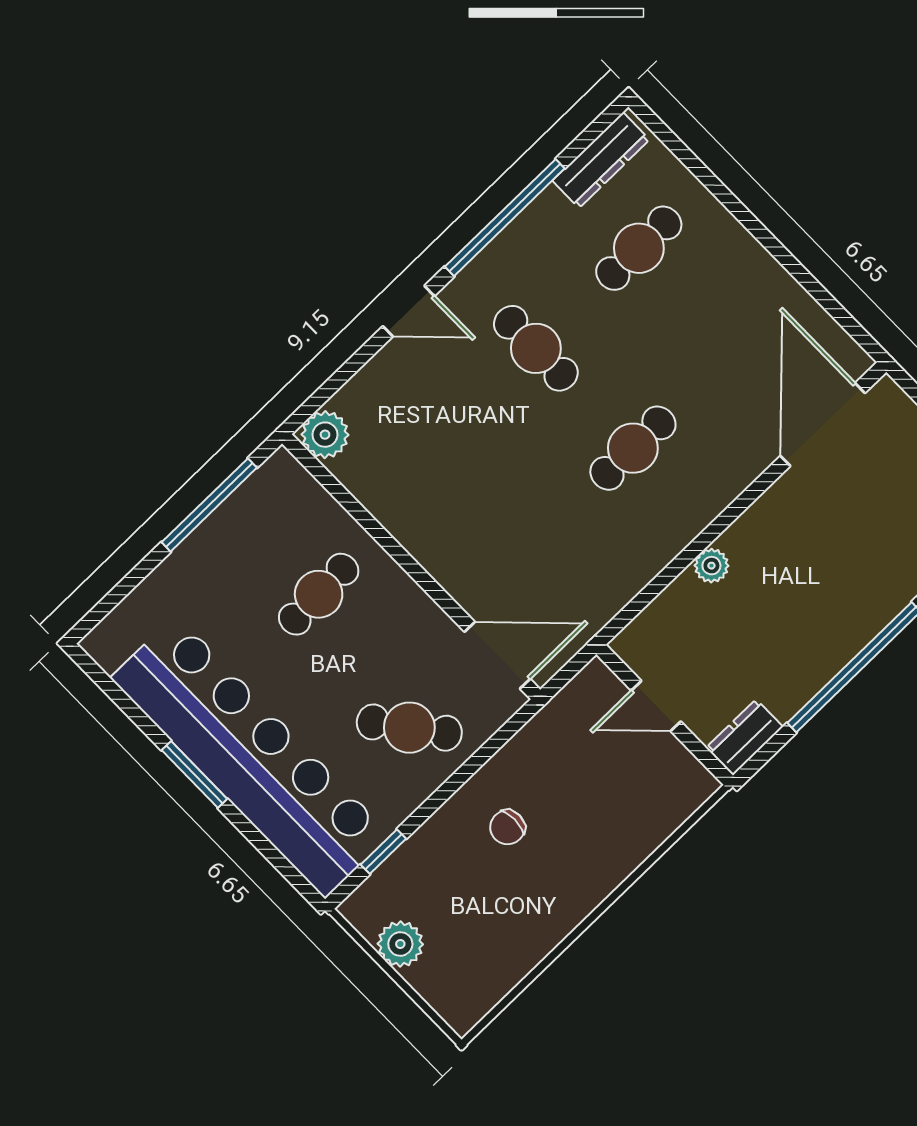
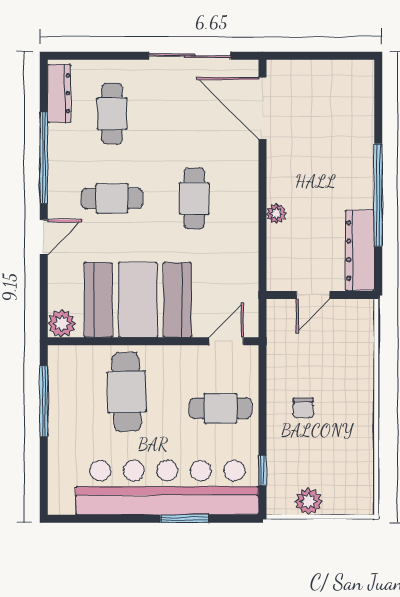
sliding door: (801, 274) -> (190, 56), added
booth: (443, 499) -> (138, 300), added
cafe table: (319, 594) -> (127, 392), width x1.37, depth x1.35
door: (497, 655) -> (226, 341), width x0.73
cafe table: (409, 728) -> (220, 408), turned 37
dresser: (745, 737) -> (360, 250), width x1.96, depth x1.24
window: (194, 774) -> (185, 519), moved

